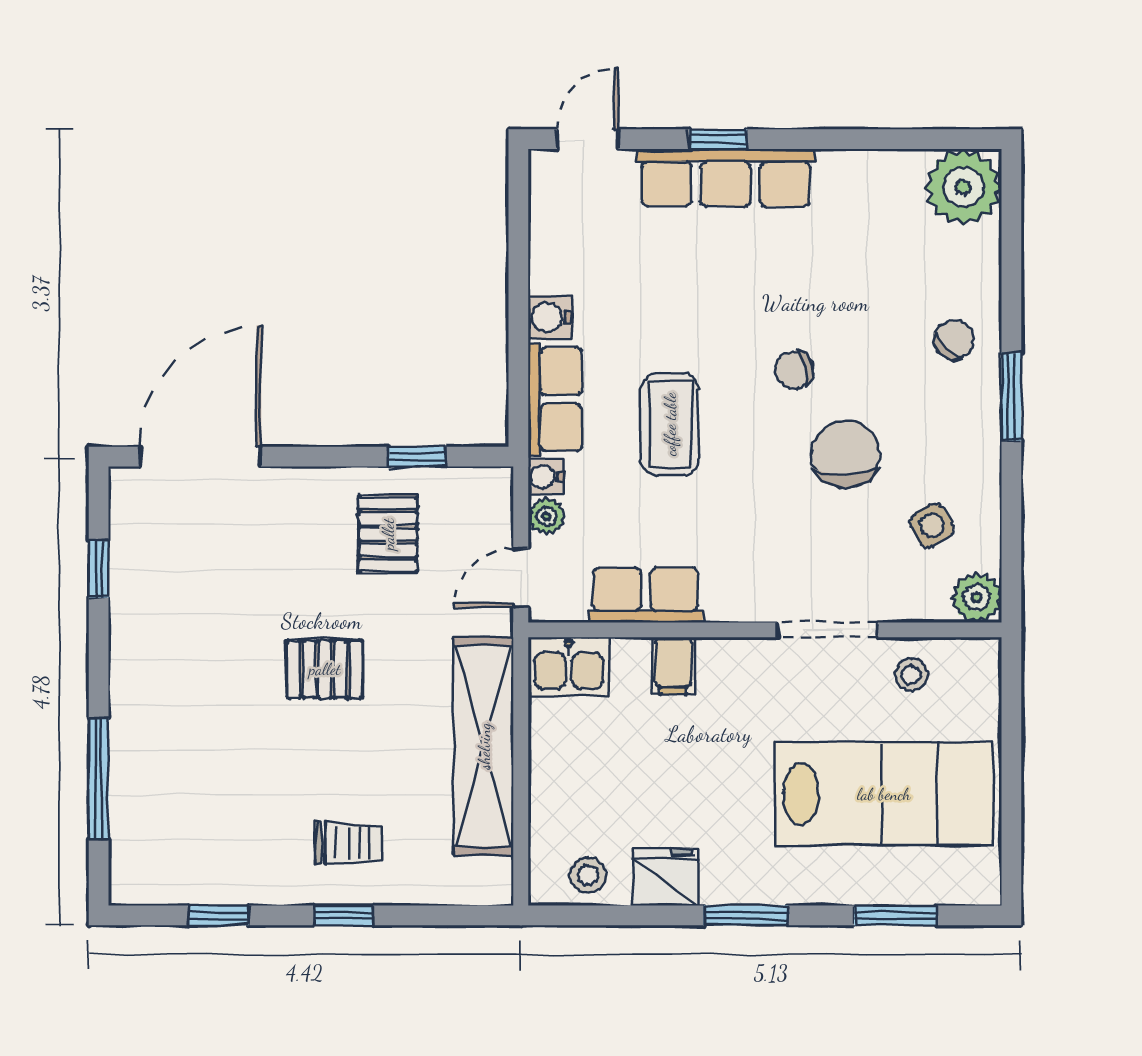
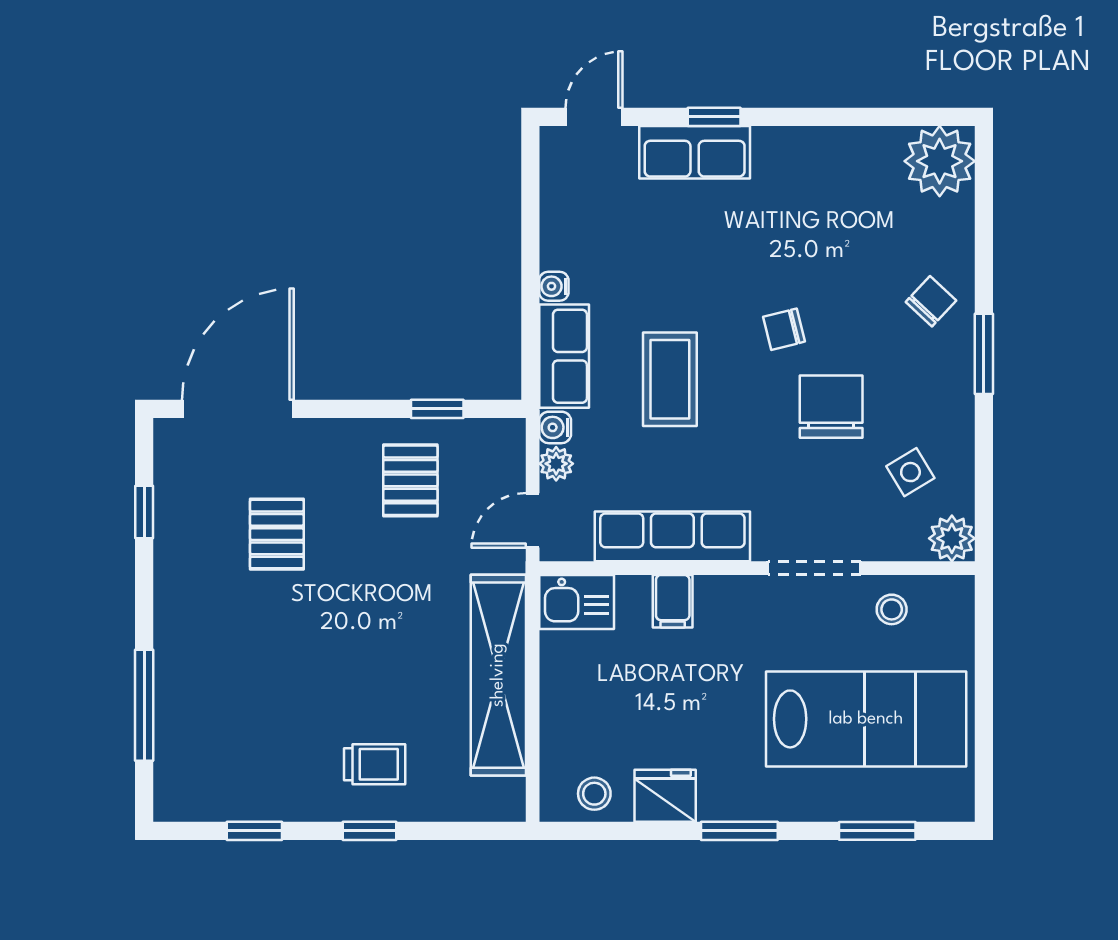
row of seats: (726, 178) -> (695, 152), width x0.68
water cooler: (550, 317) -> (554, 286), width x0.72, depth x0.72
row of seats: (646, 595) -> (672, 536), width x1.48
pallet: (325, 669) -> (277, 534), moved, turned 90

